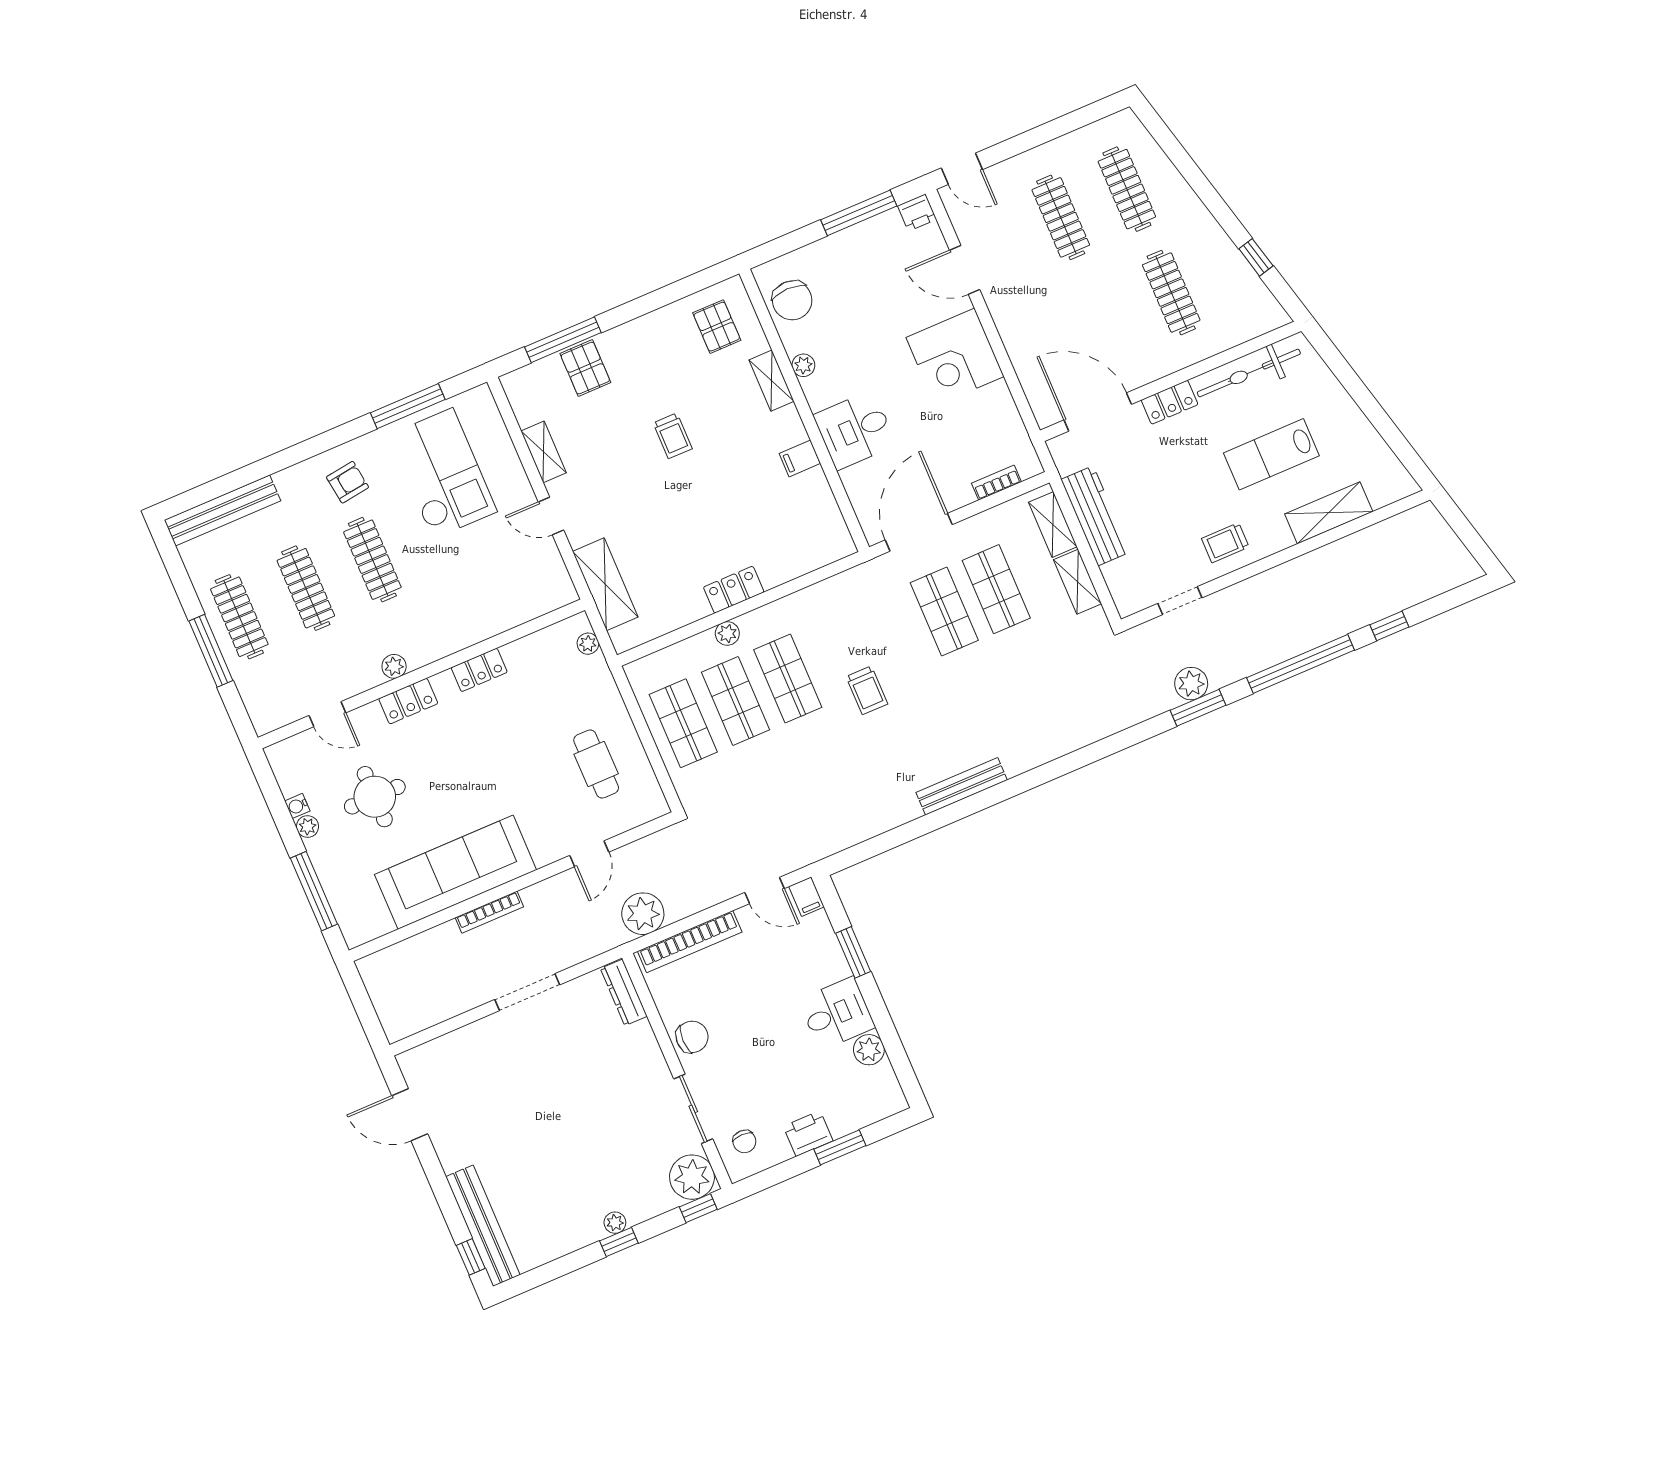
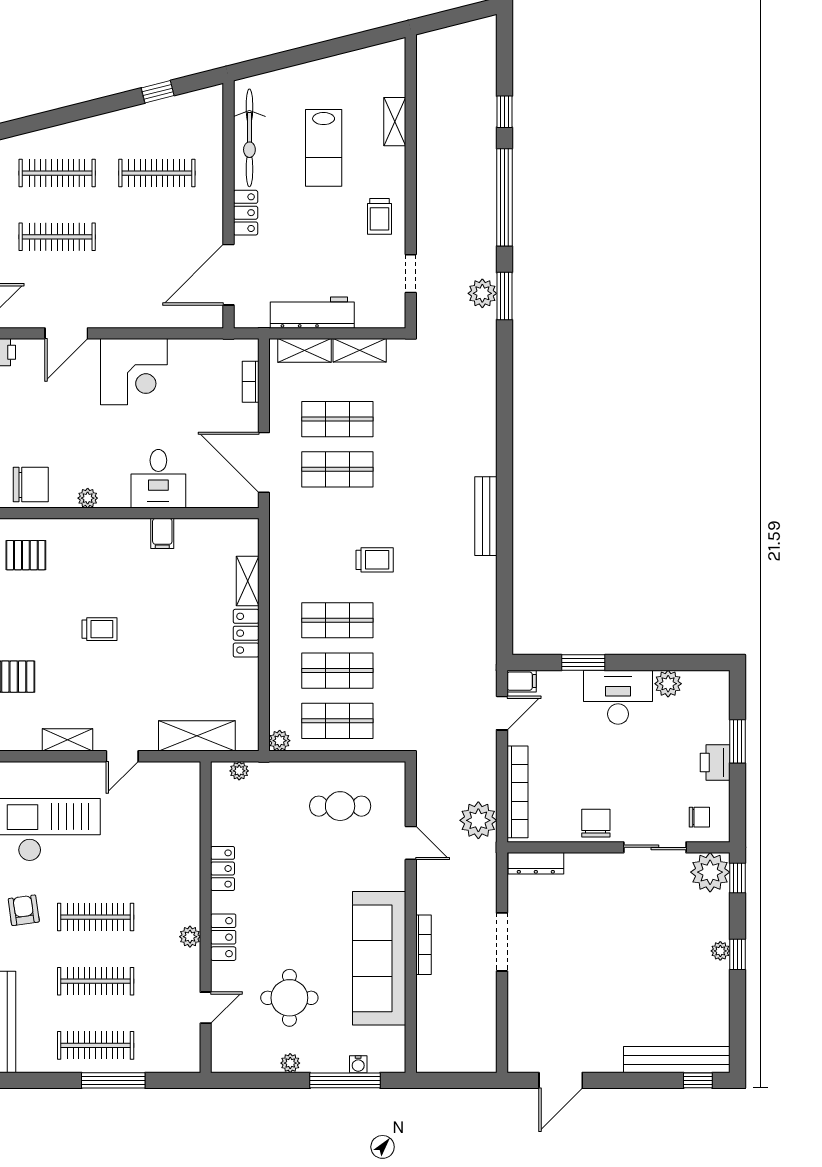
shelving: (771, 381) -> (248, 581), moved, turned 90
shelving: (1329, 513) -> (395, 122), width x0.67, depth x0.75
plant: (727, 633) -> (280, 741), moved
water cooler: (297, 806) -> (358, 1064), moved
desk: (837, 1014) -> (618, 697), width x1.37

